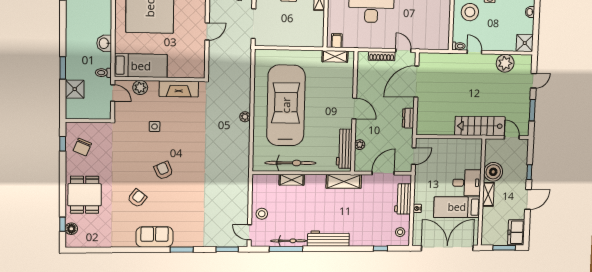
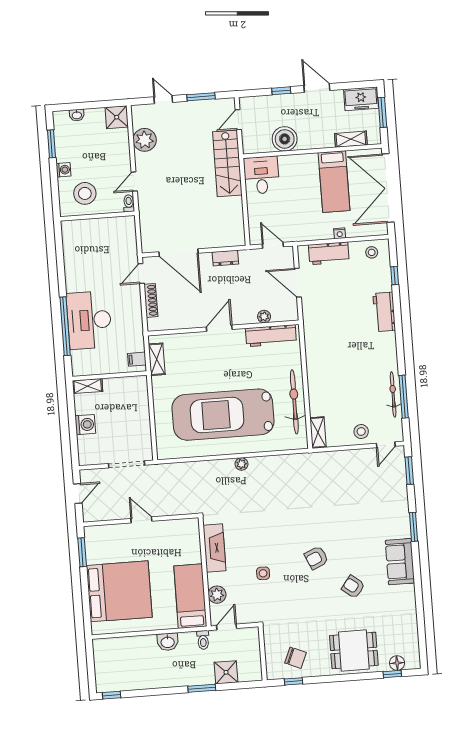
shelving: (292, 180) -> (318, 432), moved
shelving: (344, 181) -> (312, 332), removed
desk: (467, 183) -> (261, 175), moved
shelving: (488, 194) -> (351, 139), moved
workbench: (328, 239) -> (384, 312), moved, width x0.73

